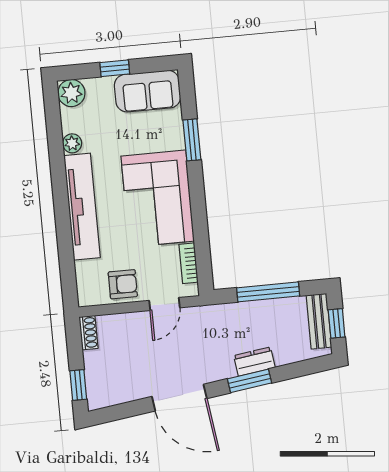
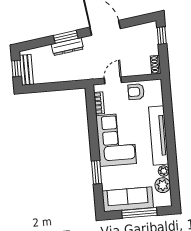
window: (115, 68) -> (139, 213), width x2.17
sofa: (147, 91) -> (128, 199), width x1.36
plant: (71, 93) -> (163, 185), moved
window: (268, 292) -> (55, 87), removed
dresser: (254, 362) -> (67, 47), width x1.44

